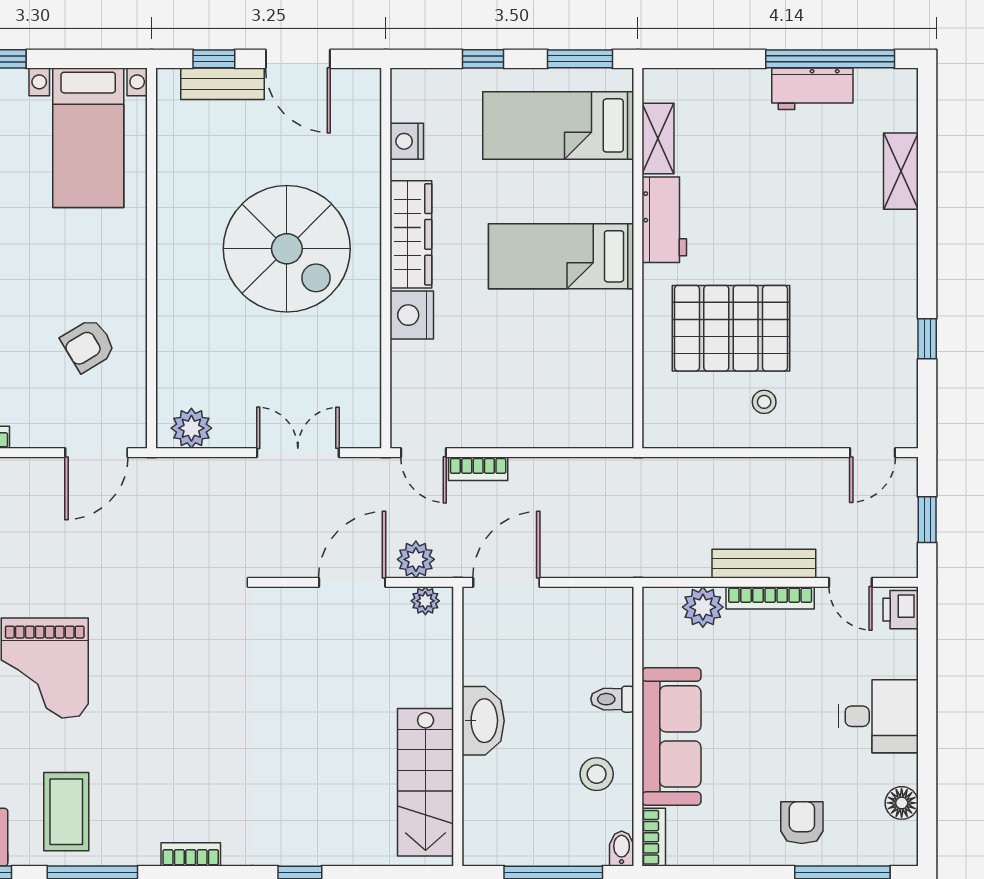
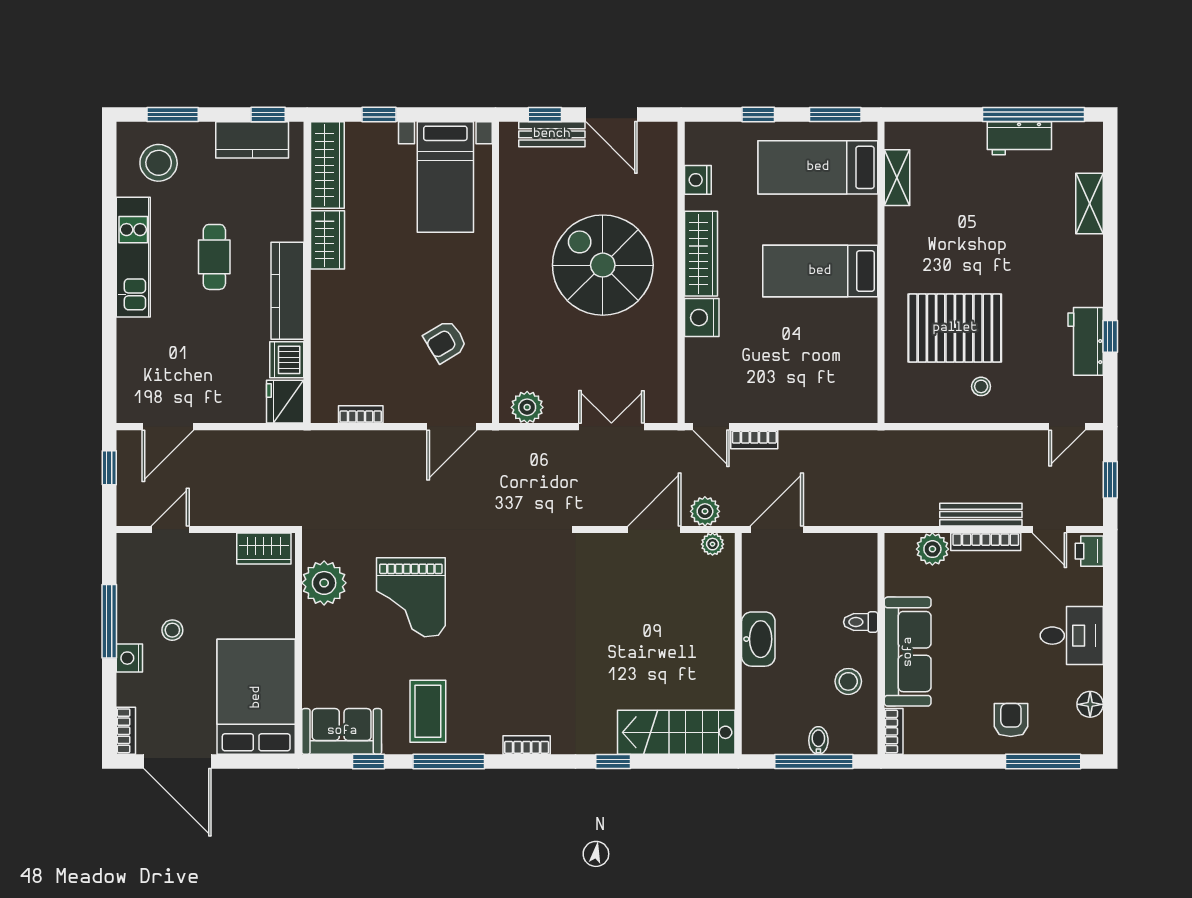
workbench: (664, 220) -> (1086, 341), moved, turned 180
spiral stairs: (287, 249) -> (603, 265), turned 180
stairs: (426, 782) -> (676, 732), moved, turned 90
bidet: (622, 849) -> (818, 740), moved

